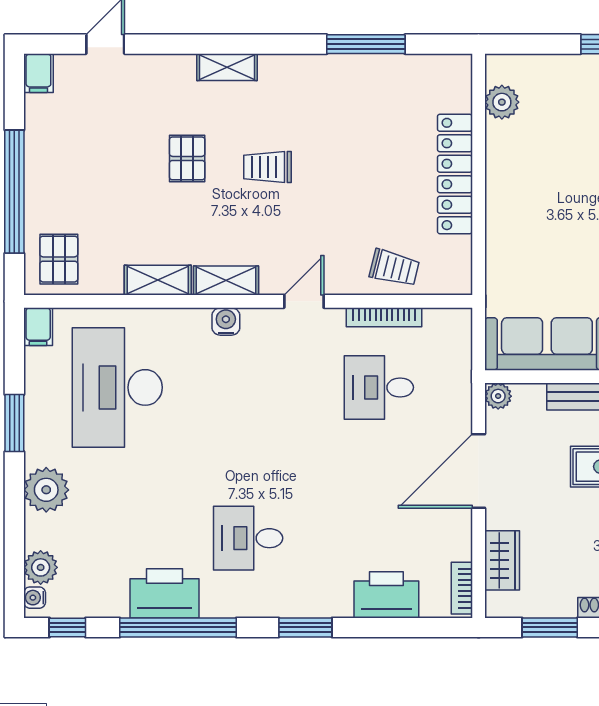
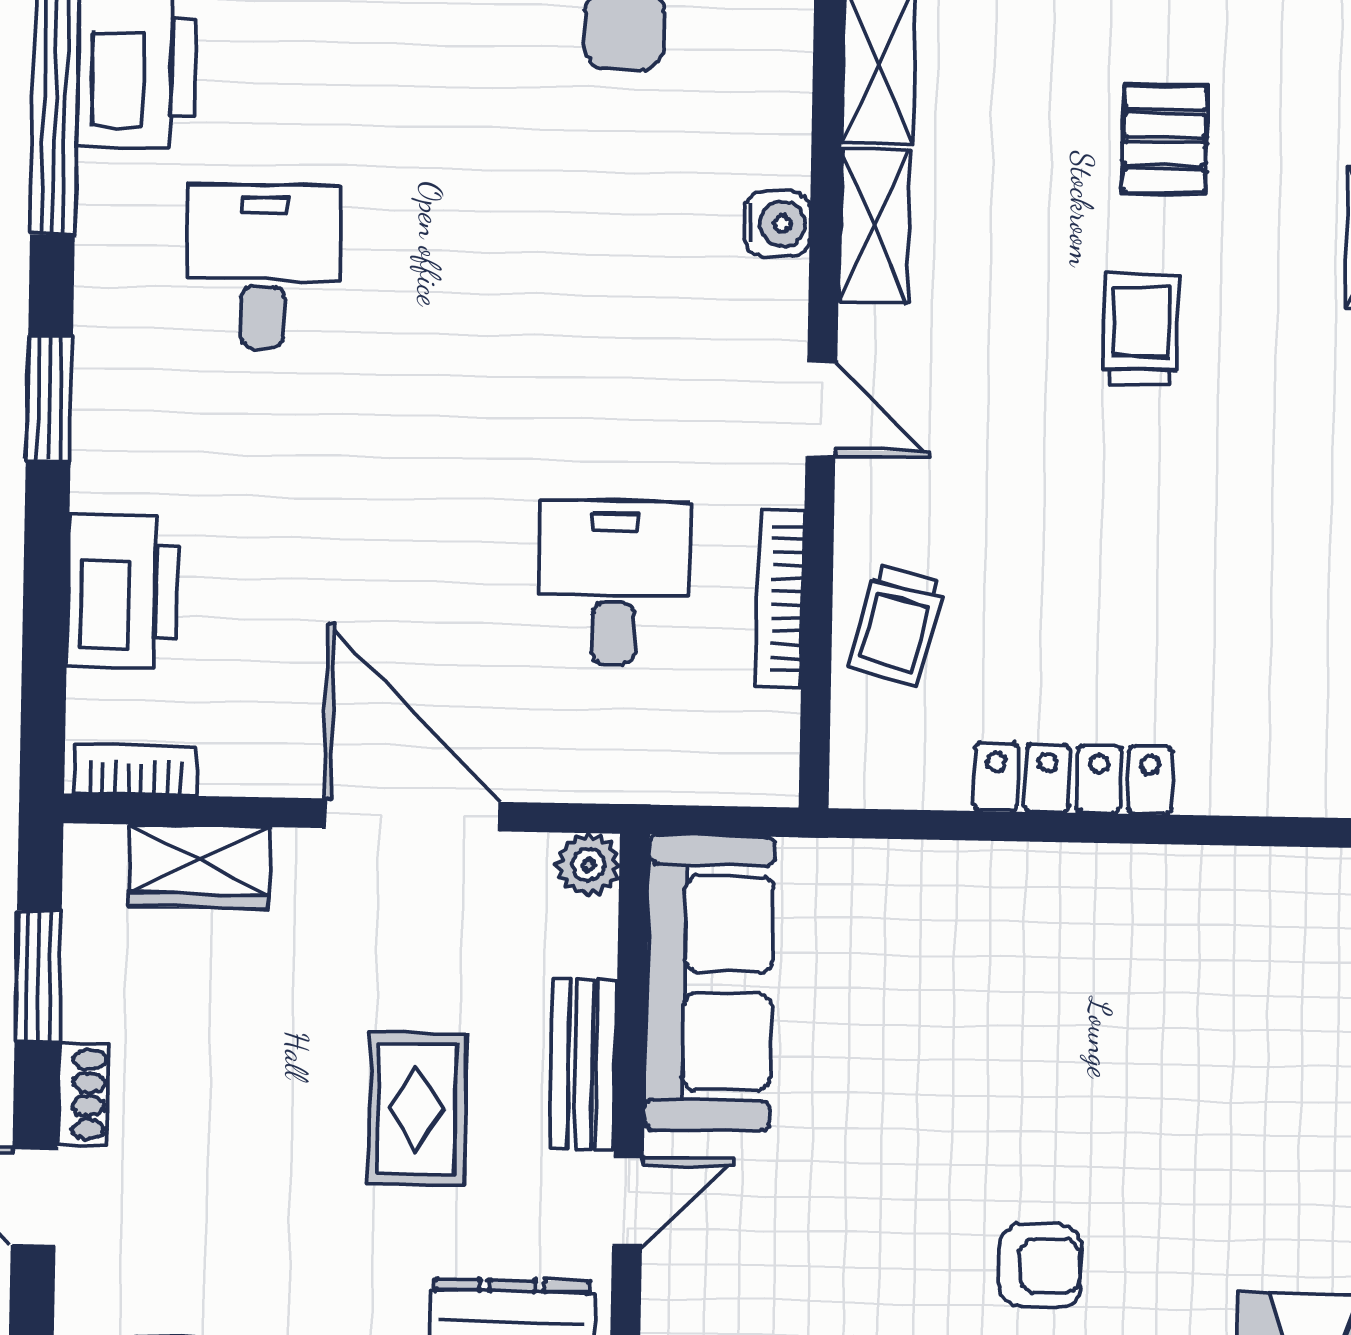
plant: (502, 102) -> (1284, 887), removed
pallet: (187, 158) -> (1165, 140), turned 90
locker: (455, 174) -> (1073, 779), width x0.71, depth x0.83

